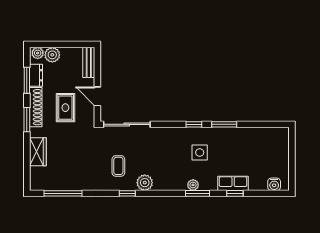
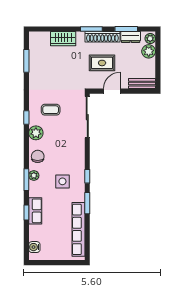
row of seats: (254, 134) -> (78, 229), added
chair: (171, 181) -> (38, 156), added
window: (63, 193) -> (26, 61), width x0.69

